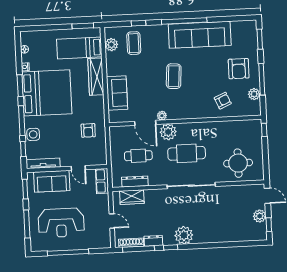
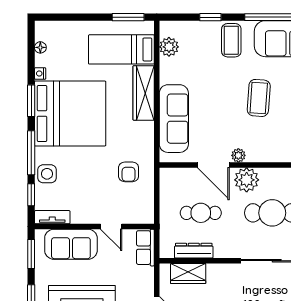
coffee table: (134, 43) -> (231, 40), moved
sofa: (117, 93) -> (174, 119), width x1.36
tv unit: (43, 163) -> (52, 217), width x0.71

